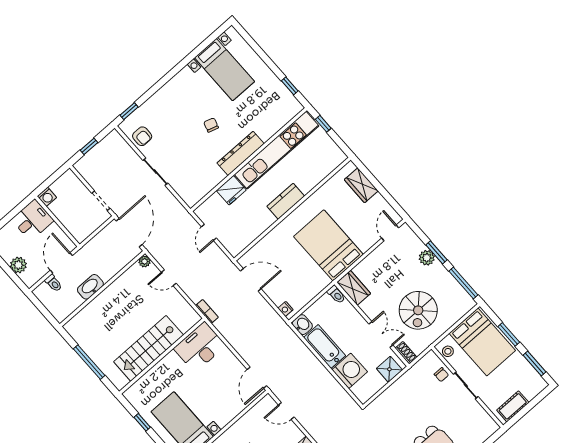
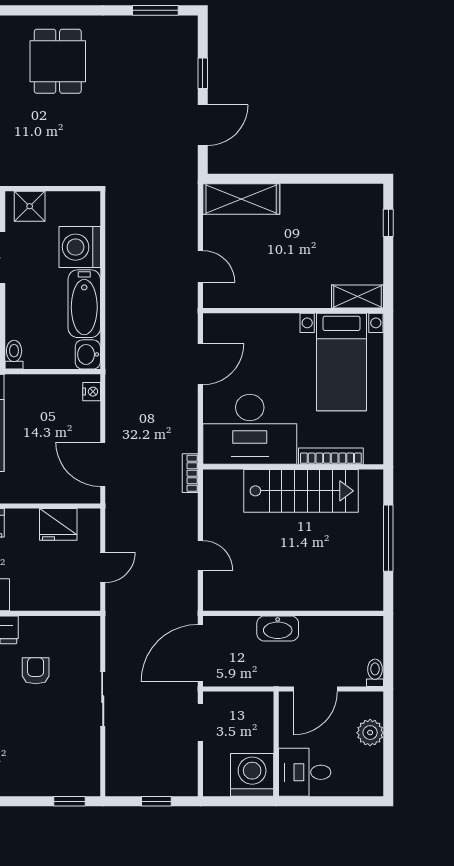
armchair: (142, 136) -> (36, 671), moved
fridge: (231, 190) -> (58, 524), moved, turned 180
washing machine: (47, 197) -> (252, 775), width x1.89, depth x1.89
plant: (145, 261) -> (212, 601), removed
toilet: (53, 283) -> (375, 673), moved
washbasin: (90, 287) -> (278, 628), moved
desk: (200, 347) -> (250, 429), width x1.36, depth x1.30
bookcase: (149, 376) -> (331, 456), added
door: (257, 378) -> (200, 364), moved
window: (142, 422) -> (388, 408), removed

